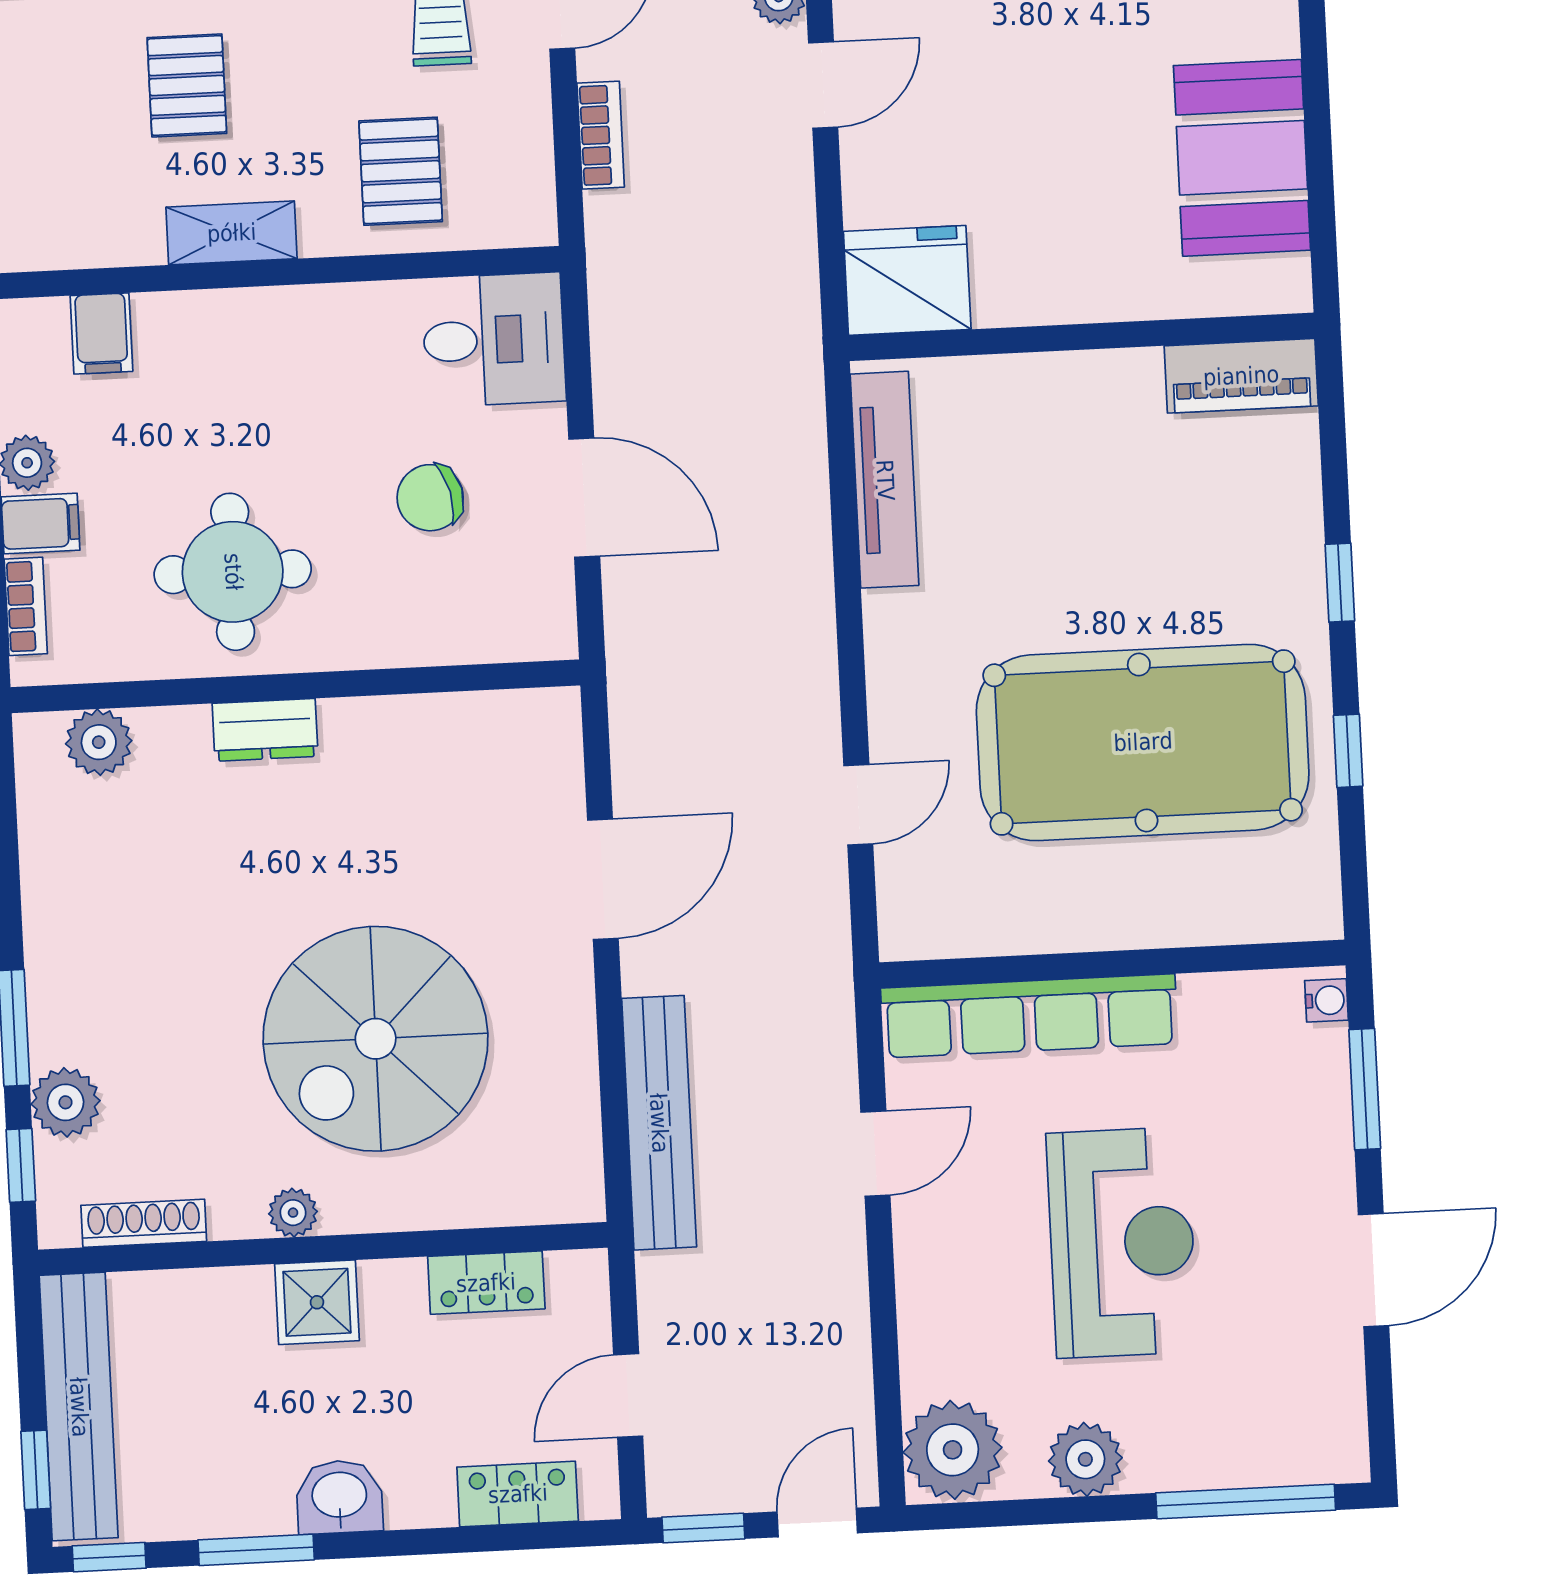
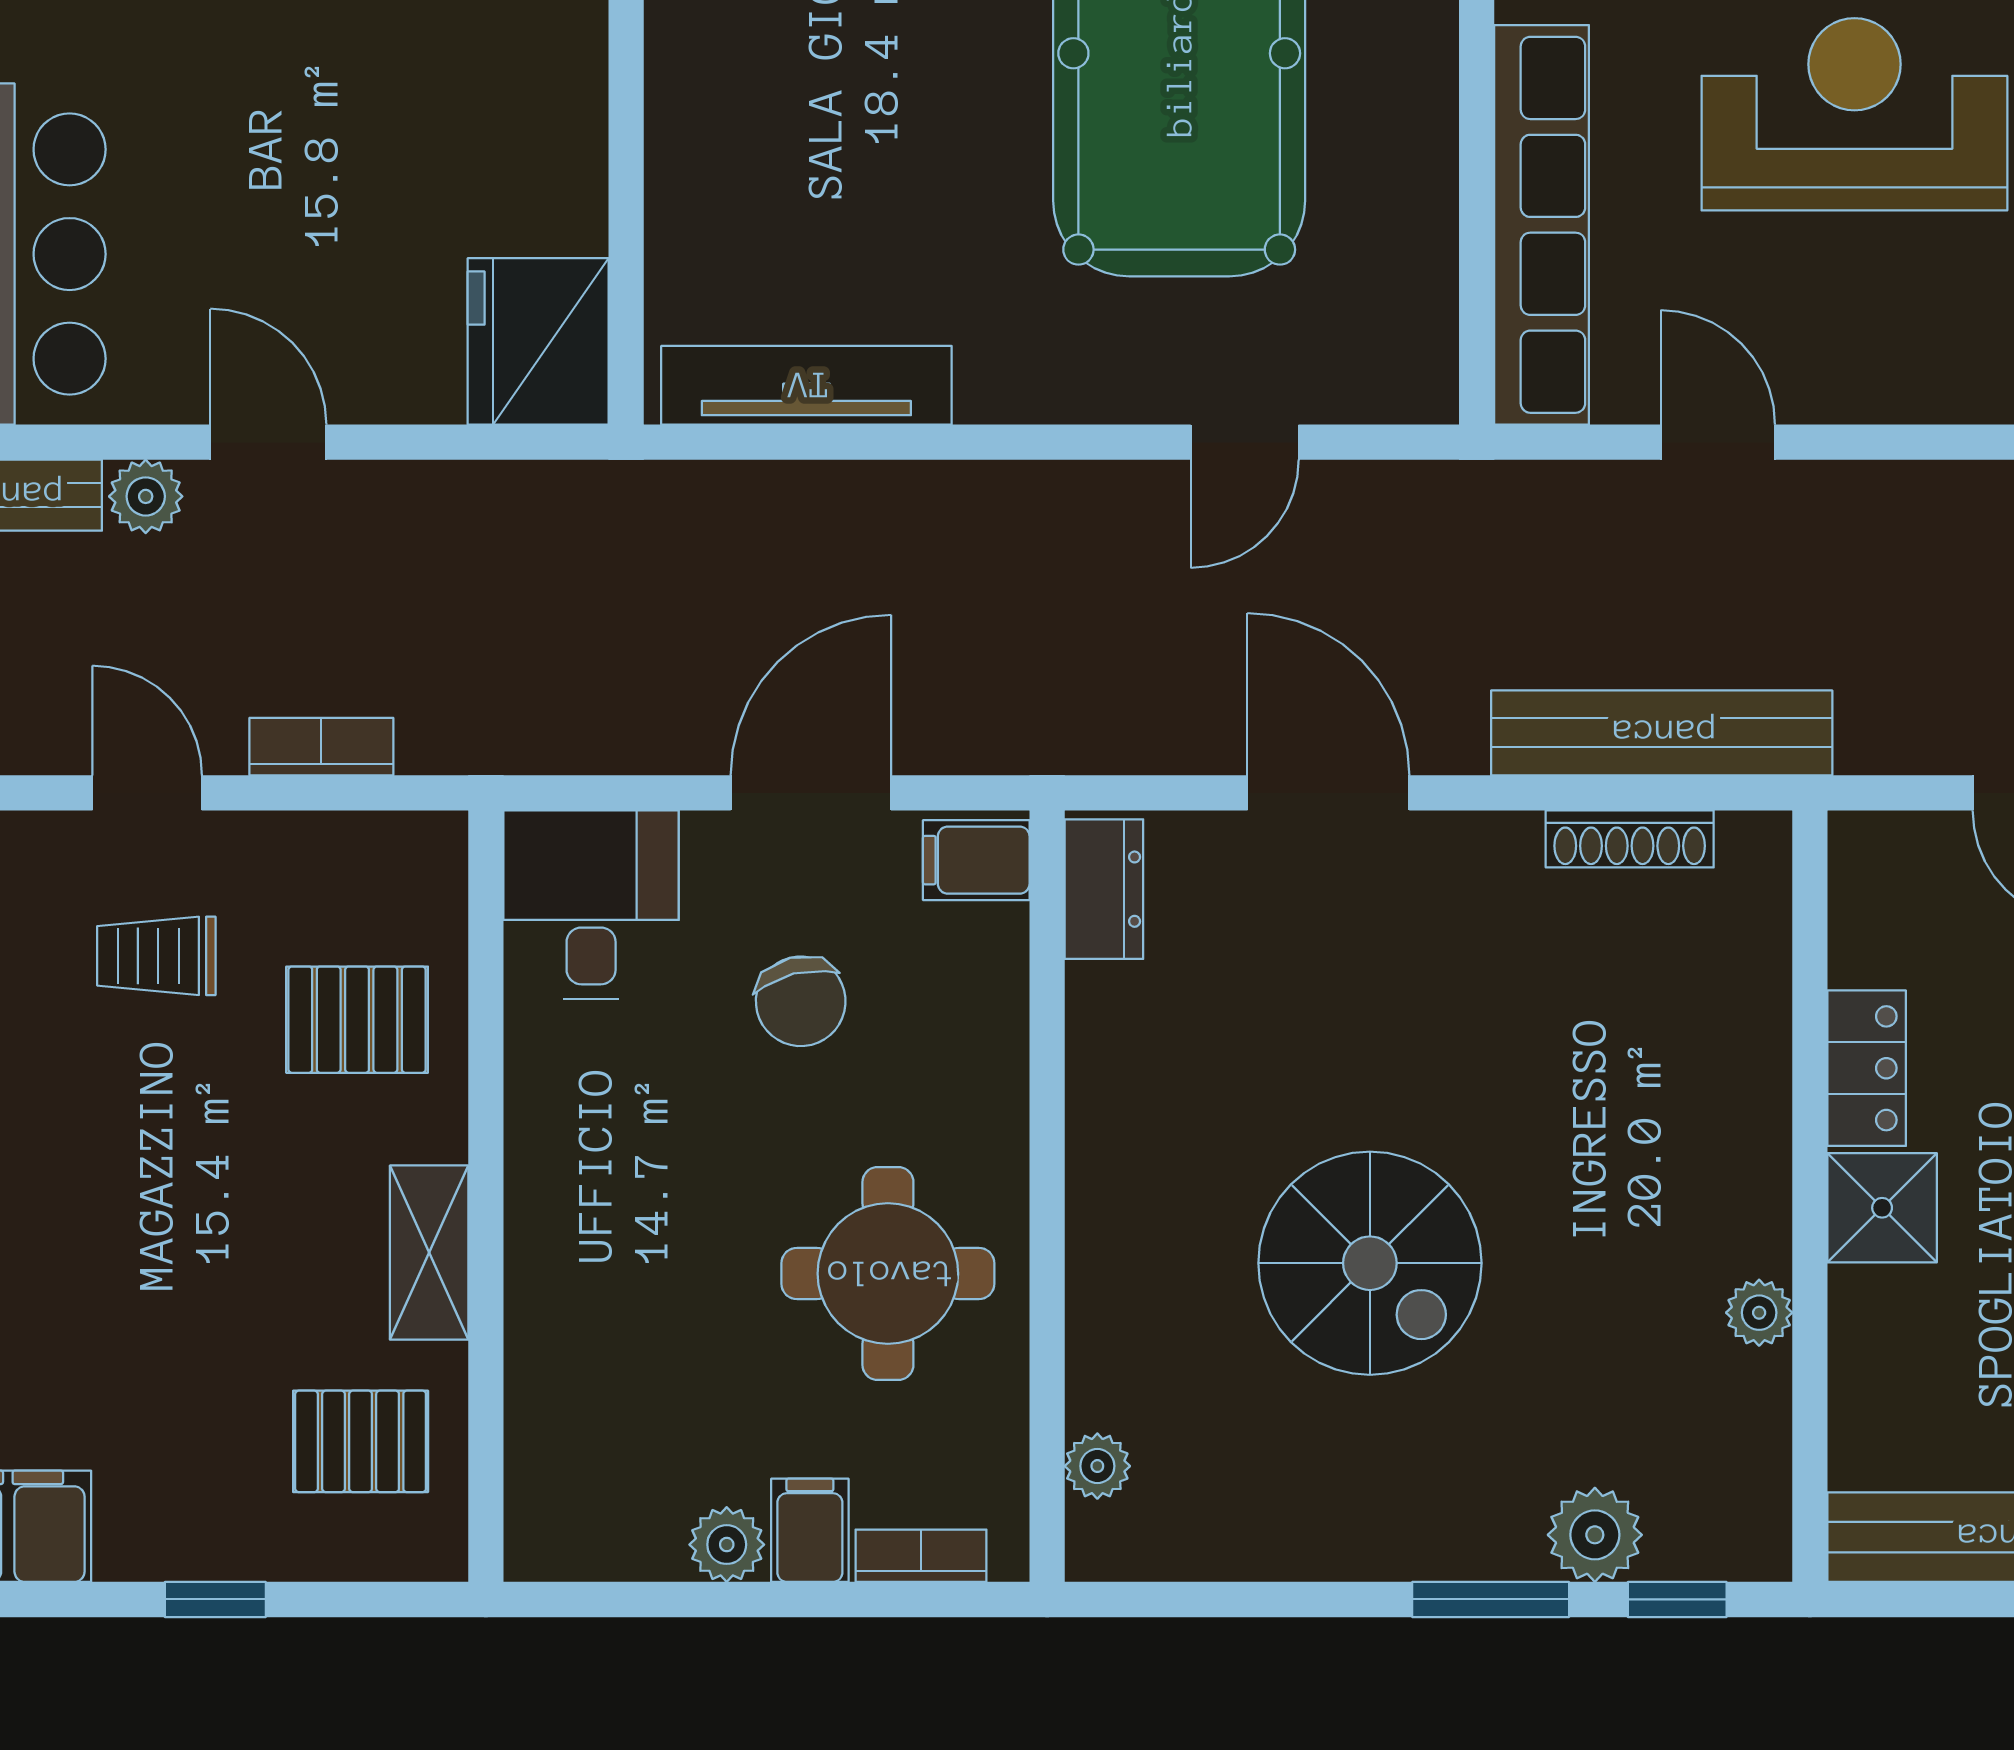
pallet: (187, 85) -> (361, 1441), moved
filing cabinet: (101, 333) -> (976, 860), moved, turned 180
dresser: (265, 730) -> (1104, 889), moved
plant: (99, 742) -> (1097, 1466), width x0.73, depth x0.73
door: (858, 805) -> (1245, 442), swing flipped
spiral stairs: (376, 1039) -> (1370, 1263), moved, width x0.73, depth x0.73
plant: (293, 1213) -> (1759, 1313), moved
shoe rack: (144, 1223) -> (1630, 839), moved, turned -90
locker: (486, 1283) -> (1867, 1068), moved

